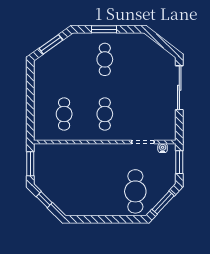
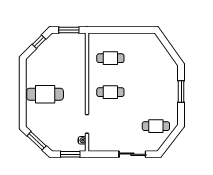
window: (51, 44) -> (169, 47), removed
cafe table: (105, 59) -> (156, 126), moved
sliding door: (179, 88) -> (132, 154), width x0.73
cafe table: (135, 191) -> (45, 94), moved

